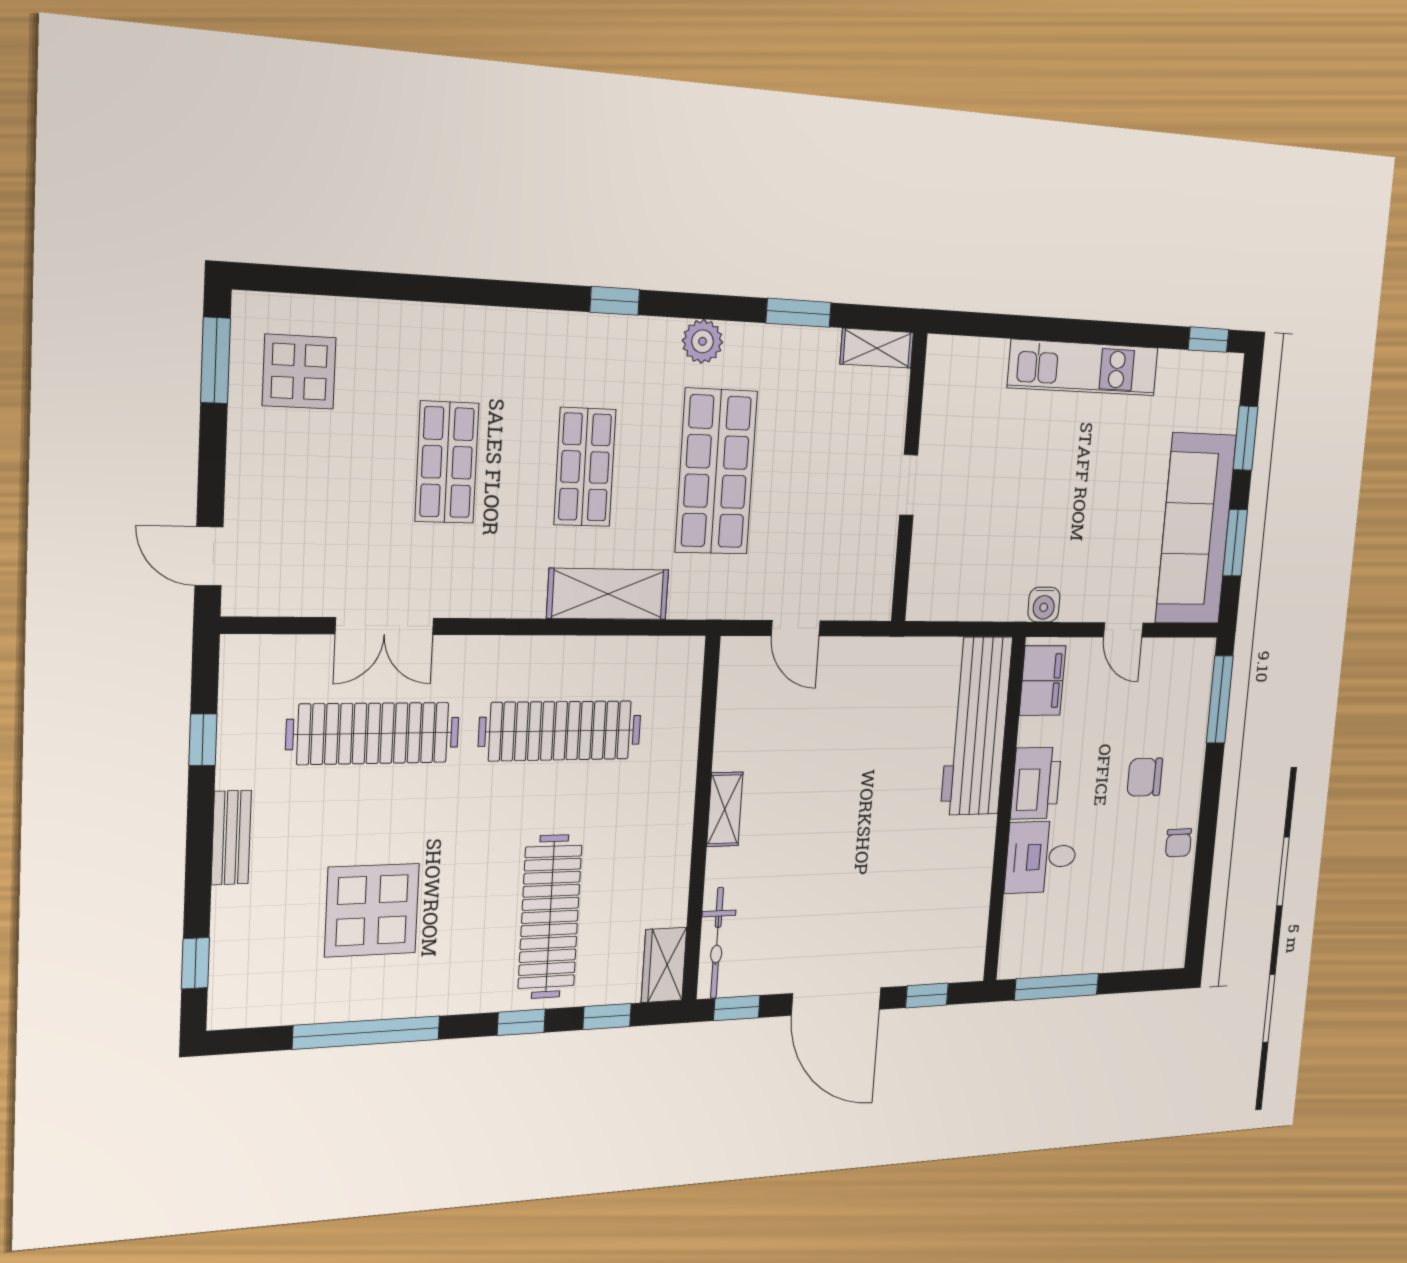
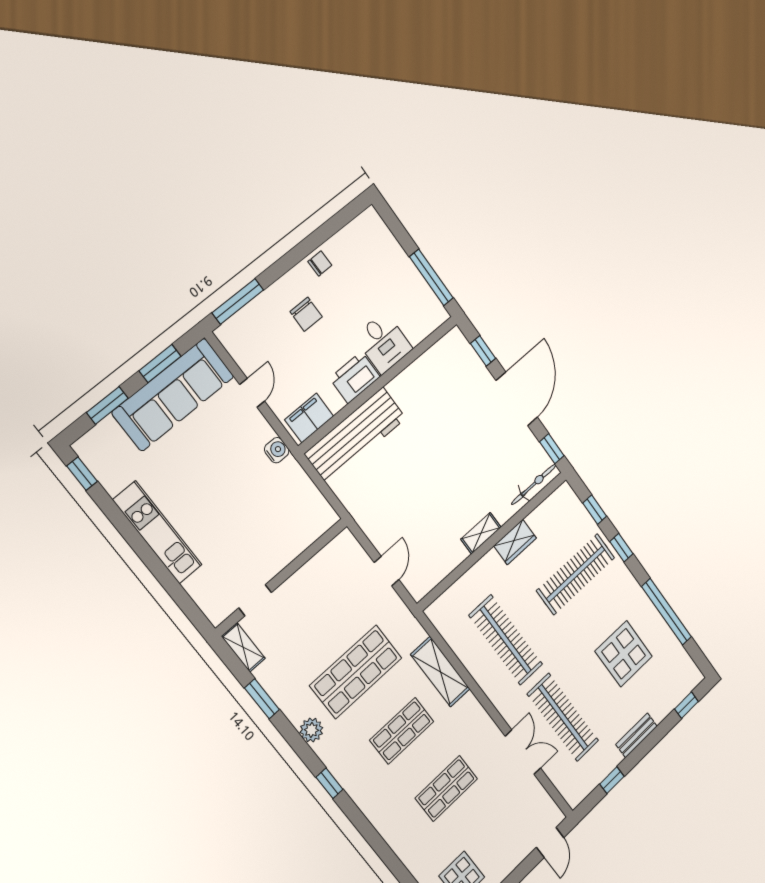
doorway: (909, 485) -> (255, 600), moved
wardrobe: (664, 965) -> (515, 542), moved

